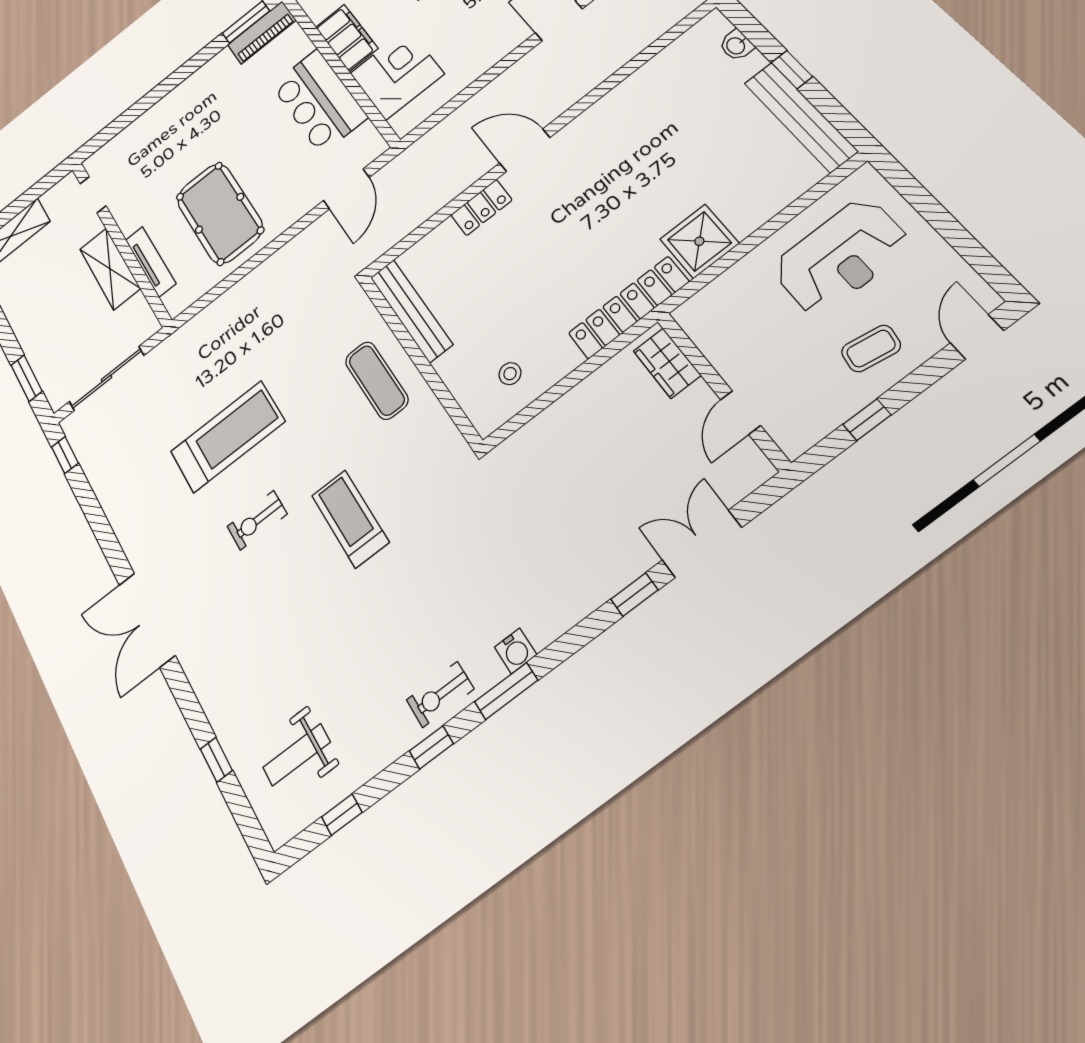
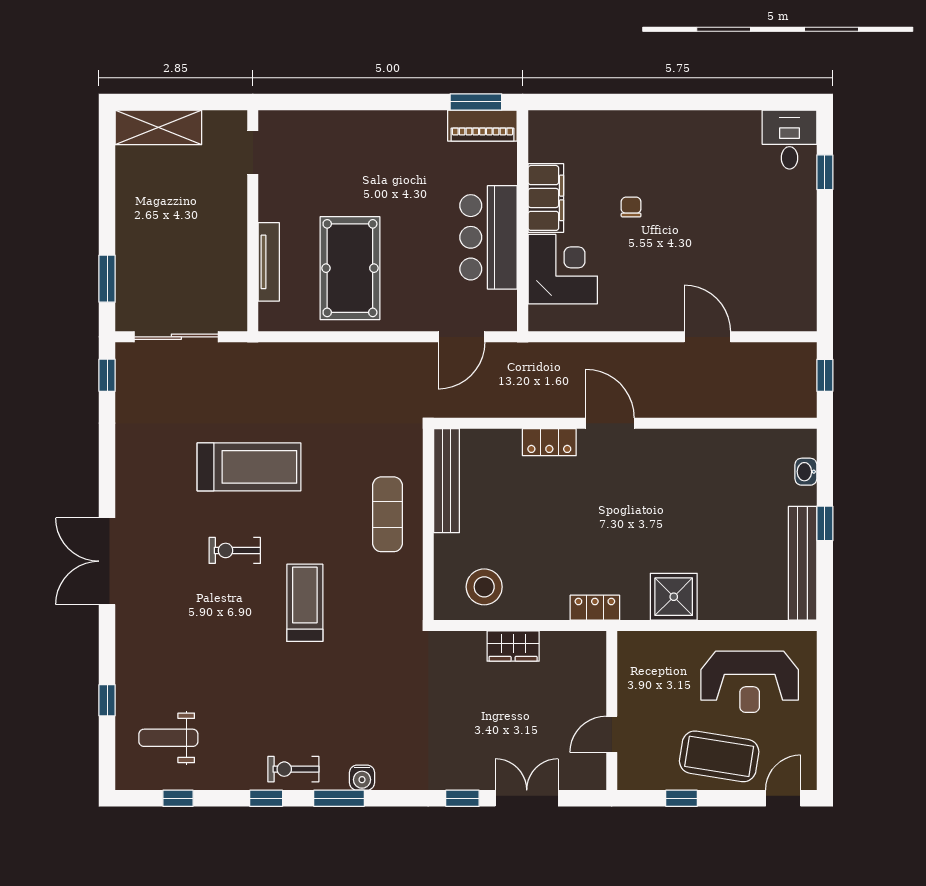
shelving: (110, 269) -> (231, 238), removed
locker: (628, 308) -> (595, 608), width x0.46, depth x0.83
coffee table: (871, 349) -> (719, 756), width x1.86, depth x1.72
wardrobe: (667, 363) -> (513, 646), moved, turned -90
stool: (510, 374) -> (484, 587), width x1.89, depth x1.89

